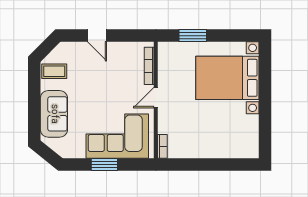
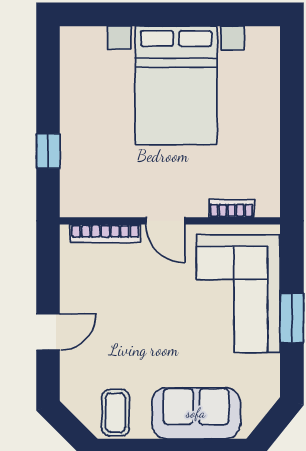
window: (193, 36) -> (48, 151), width x0.67
bed with nightstands: (227, 78) -> (176, 85), moved
bookcase: (162, 146) -> (231, 208), moved

